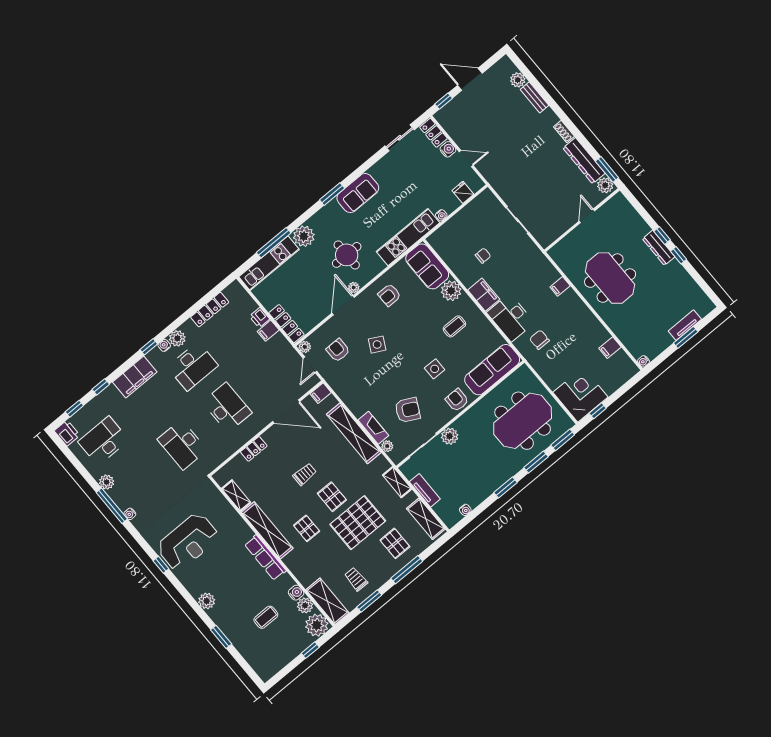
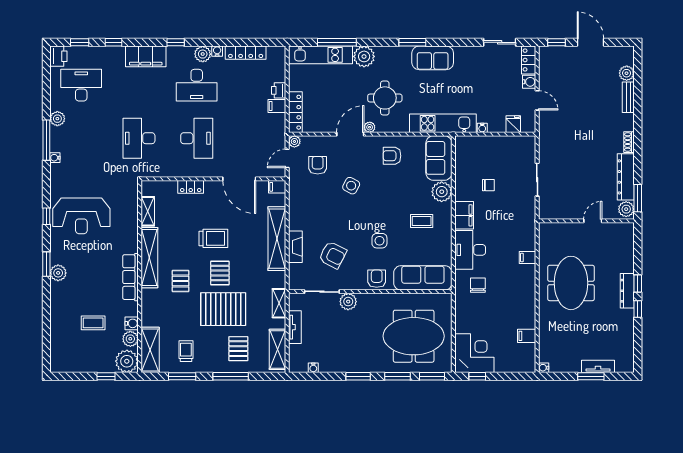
water cooler: (164, 345) -> (217, 51), moved
plant: (387, 446) -> (294, 270), removed
trolley: (305, 474) -> (213, 238), width x1.36, depth x1.39
window: (221, 637) -> (46, 264), moved

